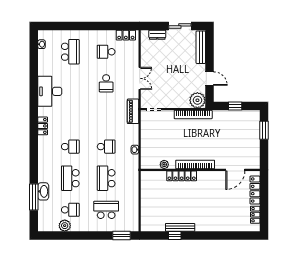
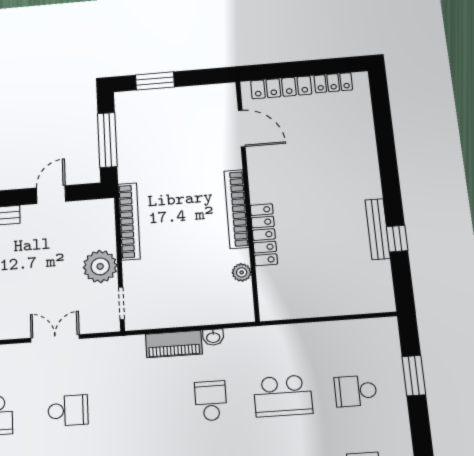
plant: (197, 100) -> (100, 266), moved
window: (235, 106) -> (107, 140), width x2.17
piano: (133, 111) -> (174, 344), moved
school desk: (106, 210) -> (356, 391), width x0.54
window: (121, 236) -> (414, 376), moved

